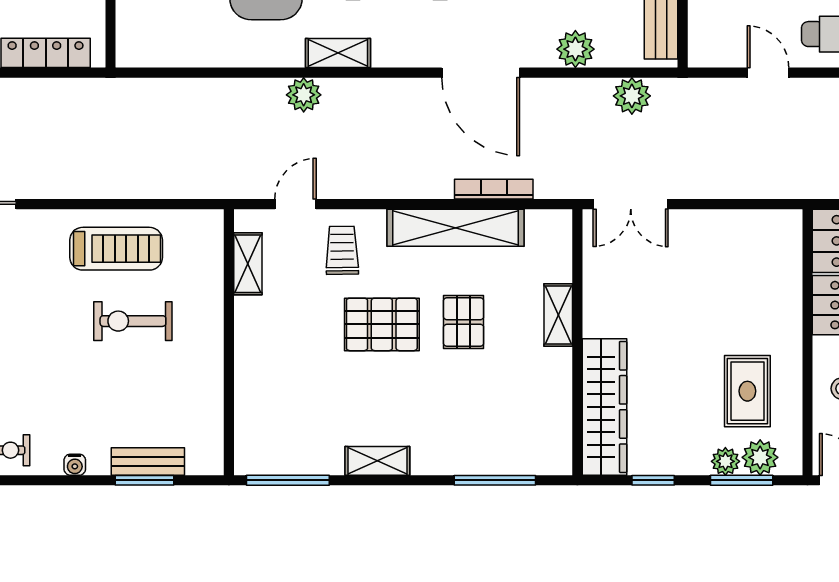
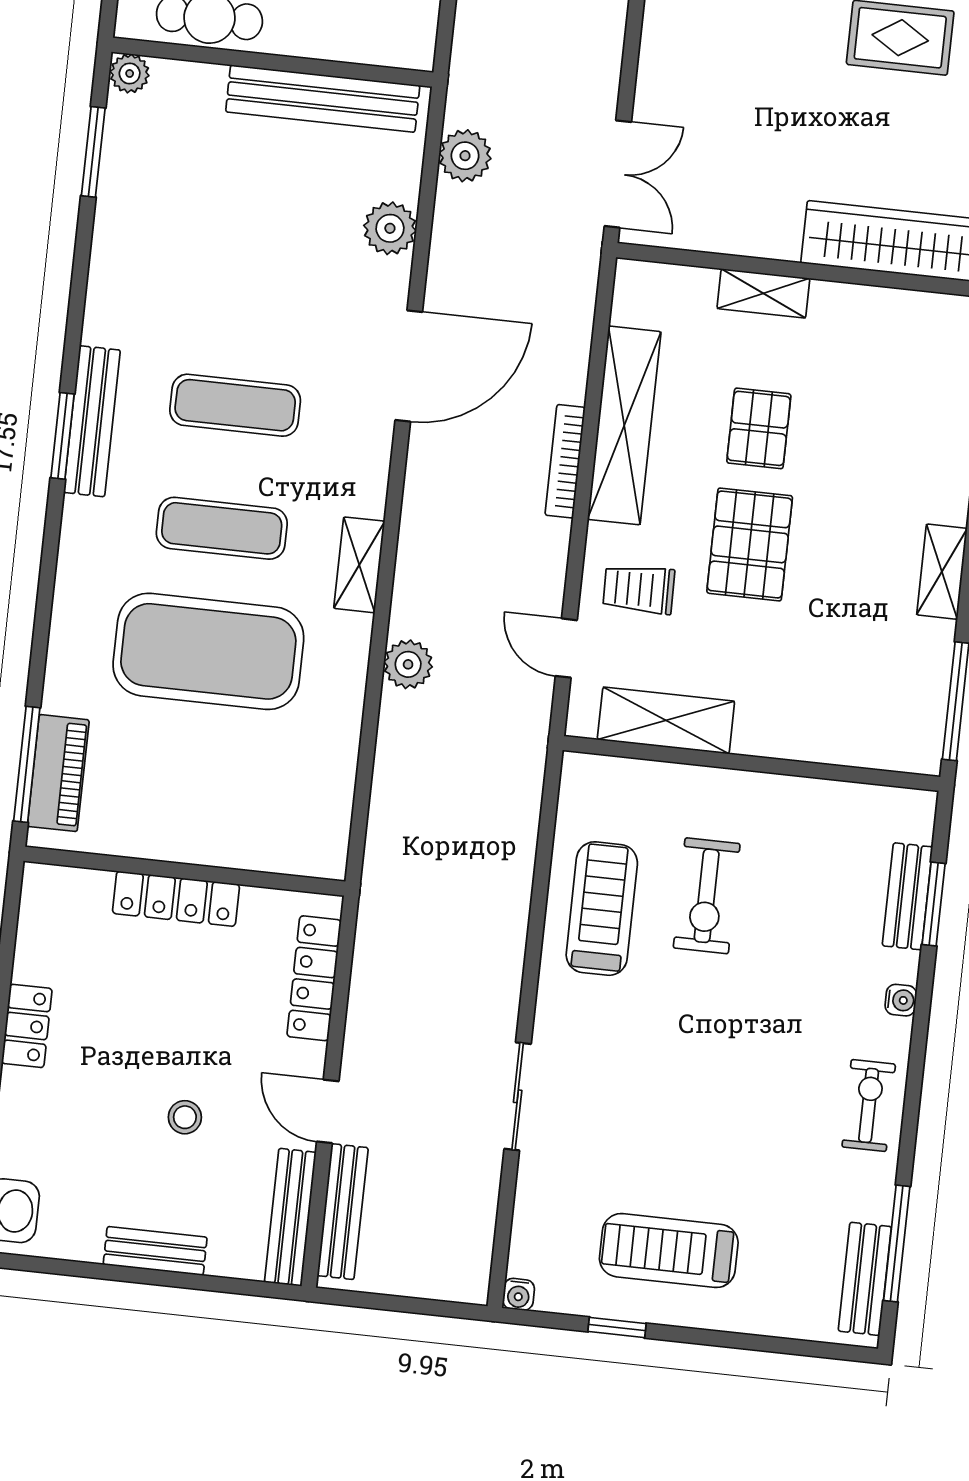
plant: (304, 95) -> (408, 664), moved
bookcase: (494, 189) -> (565, 461), moved
shelving: (248, 264) -> (666, 720), width x1.50, depth x1.33
pallet: (464, 322) -> (759, 428), turned 90

